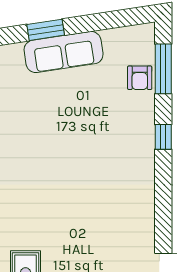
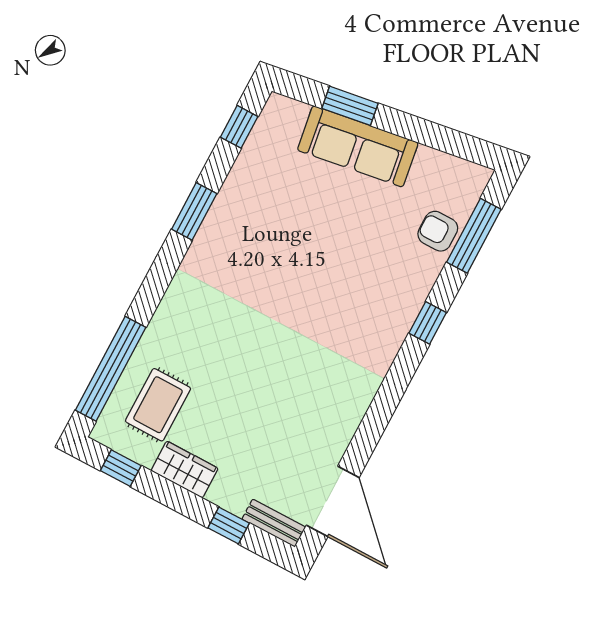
armchair: (140, 78) -> (438, 231), turned 90

